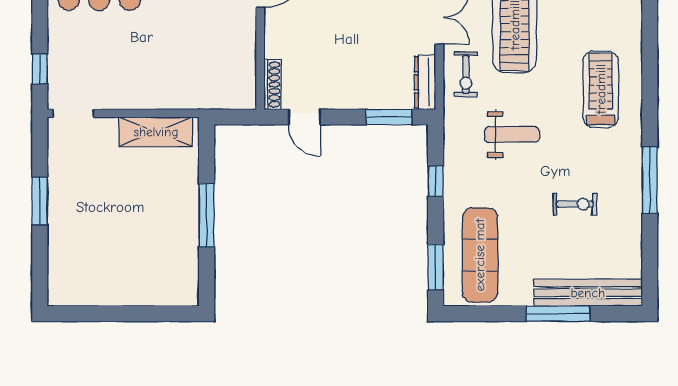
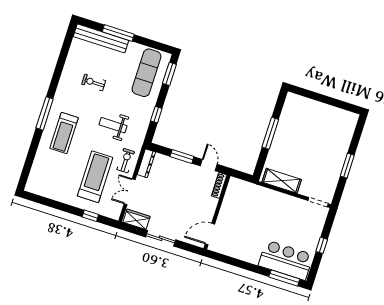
window: (40, 69) -> (322, 245), moved
window: (389, 117) -> (182, 156), moved
window: (650, 180) -> (45, 113), moved

